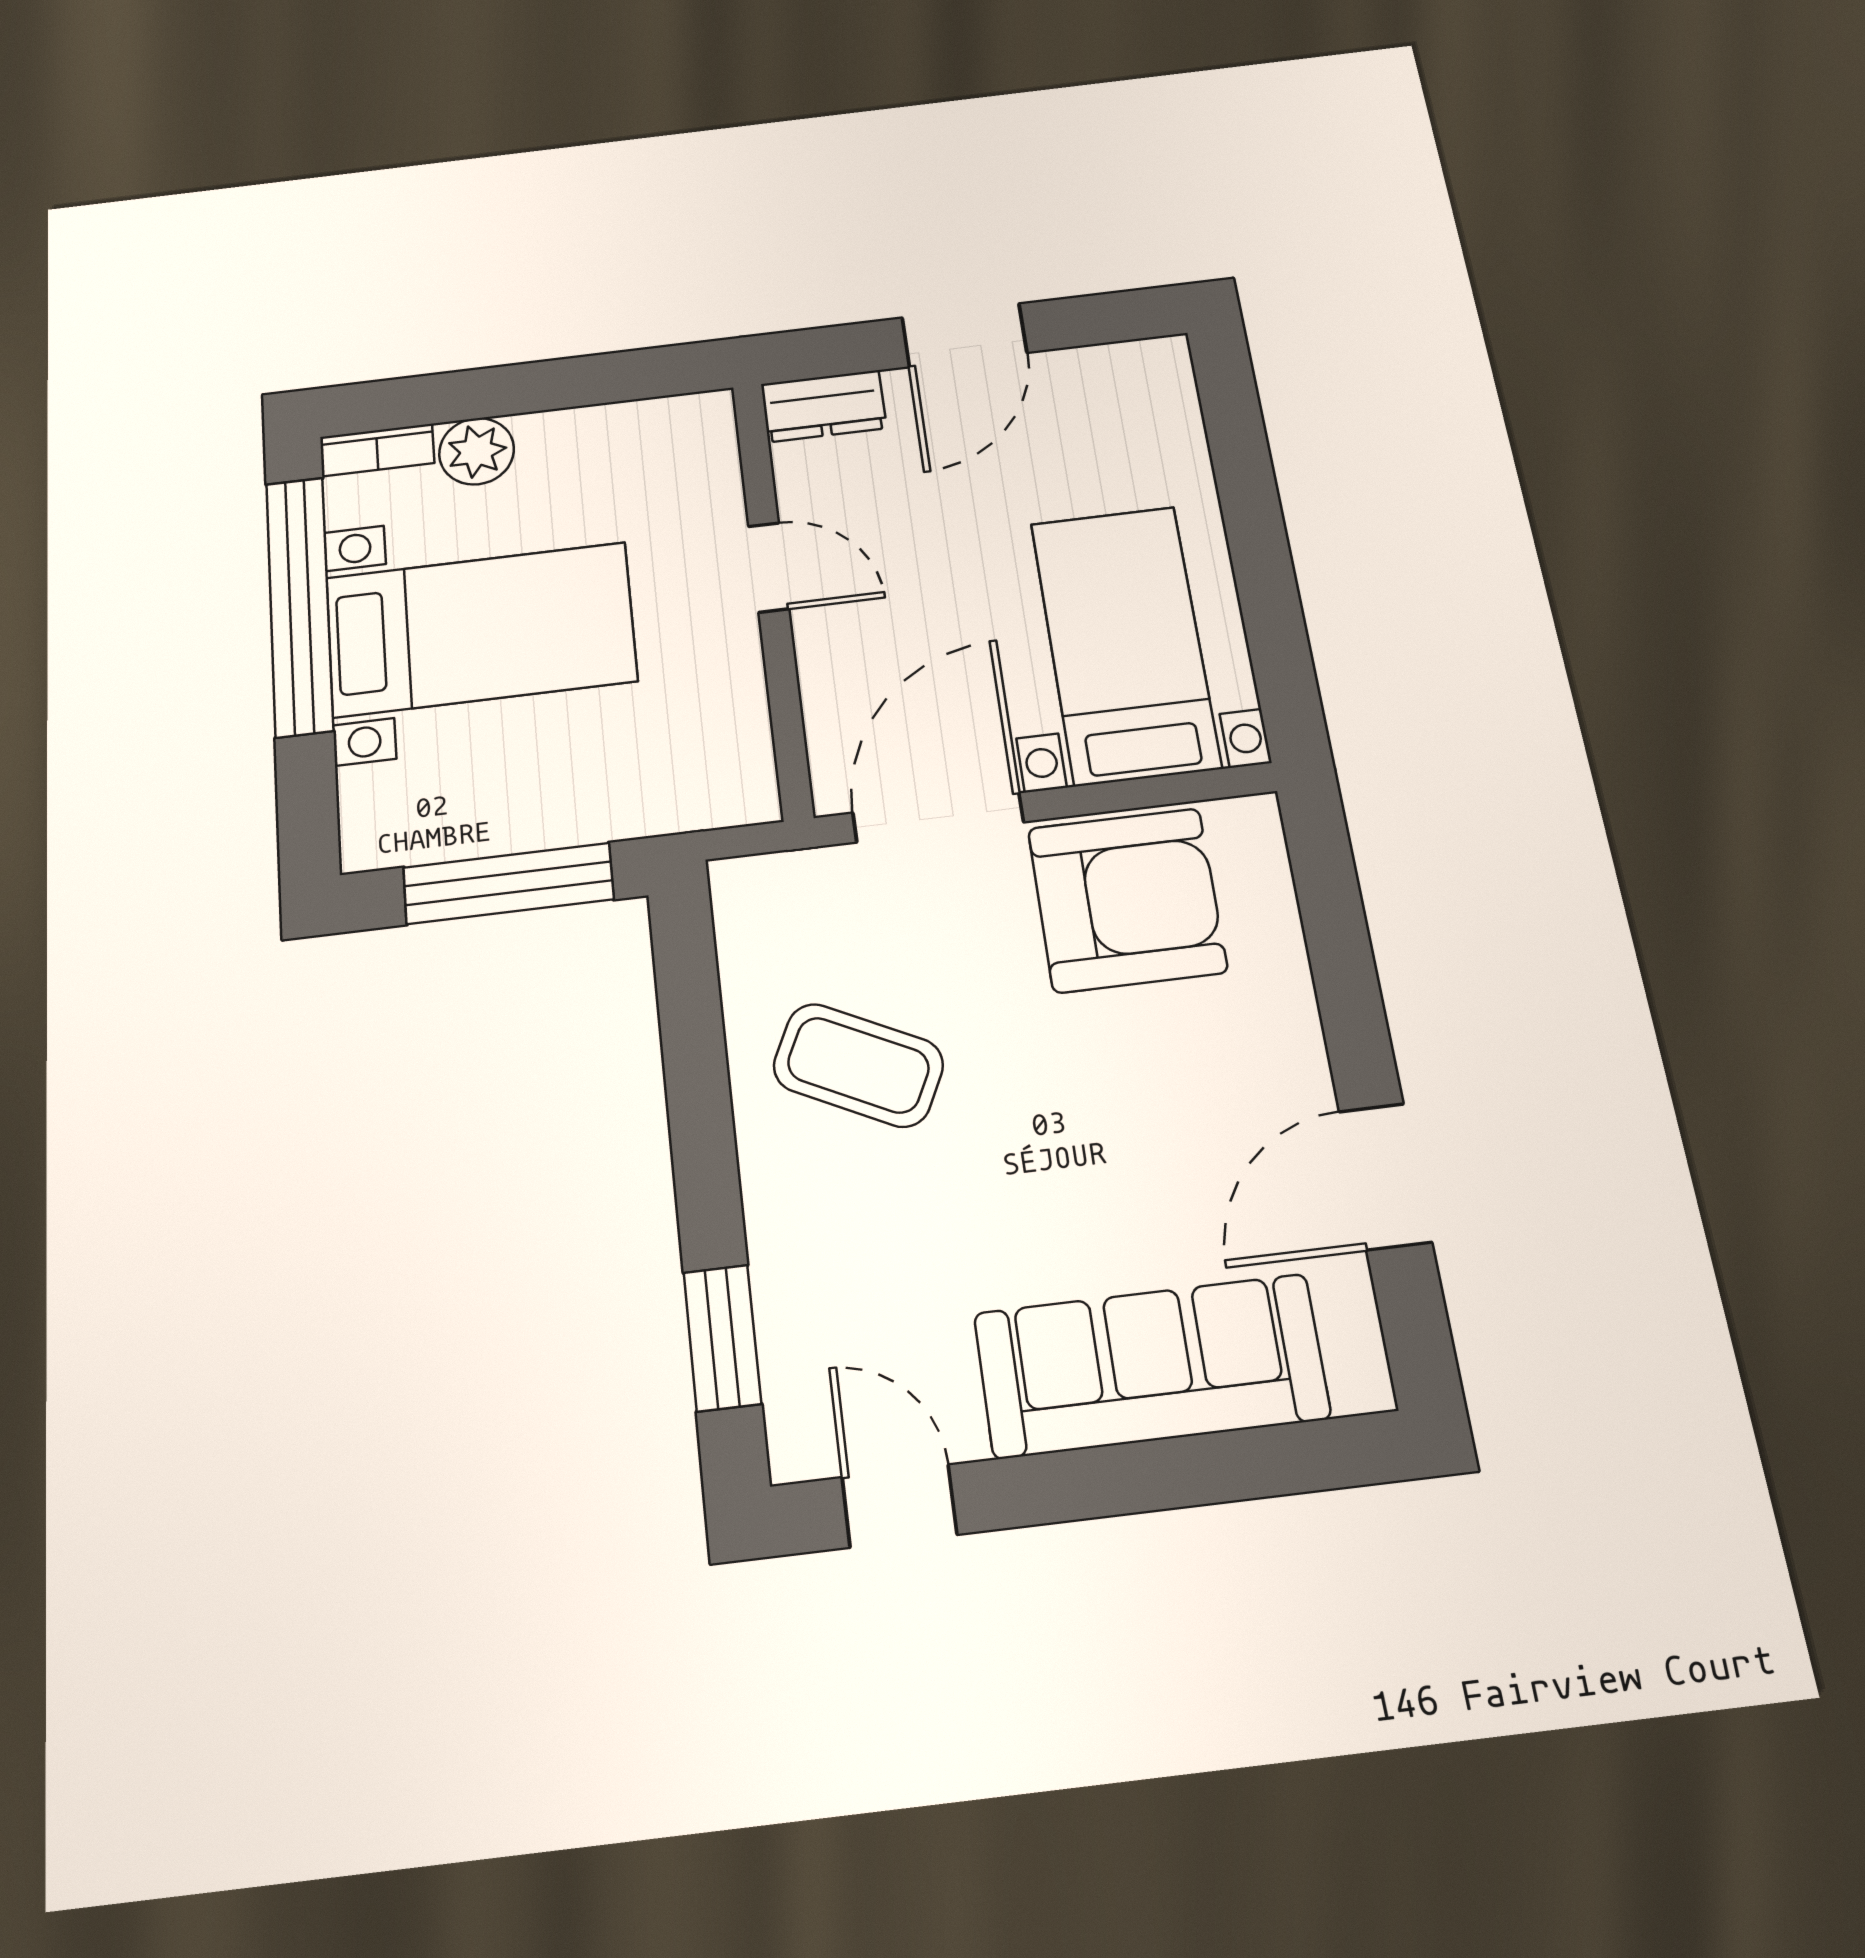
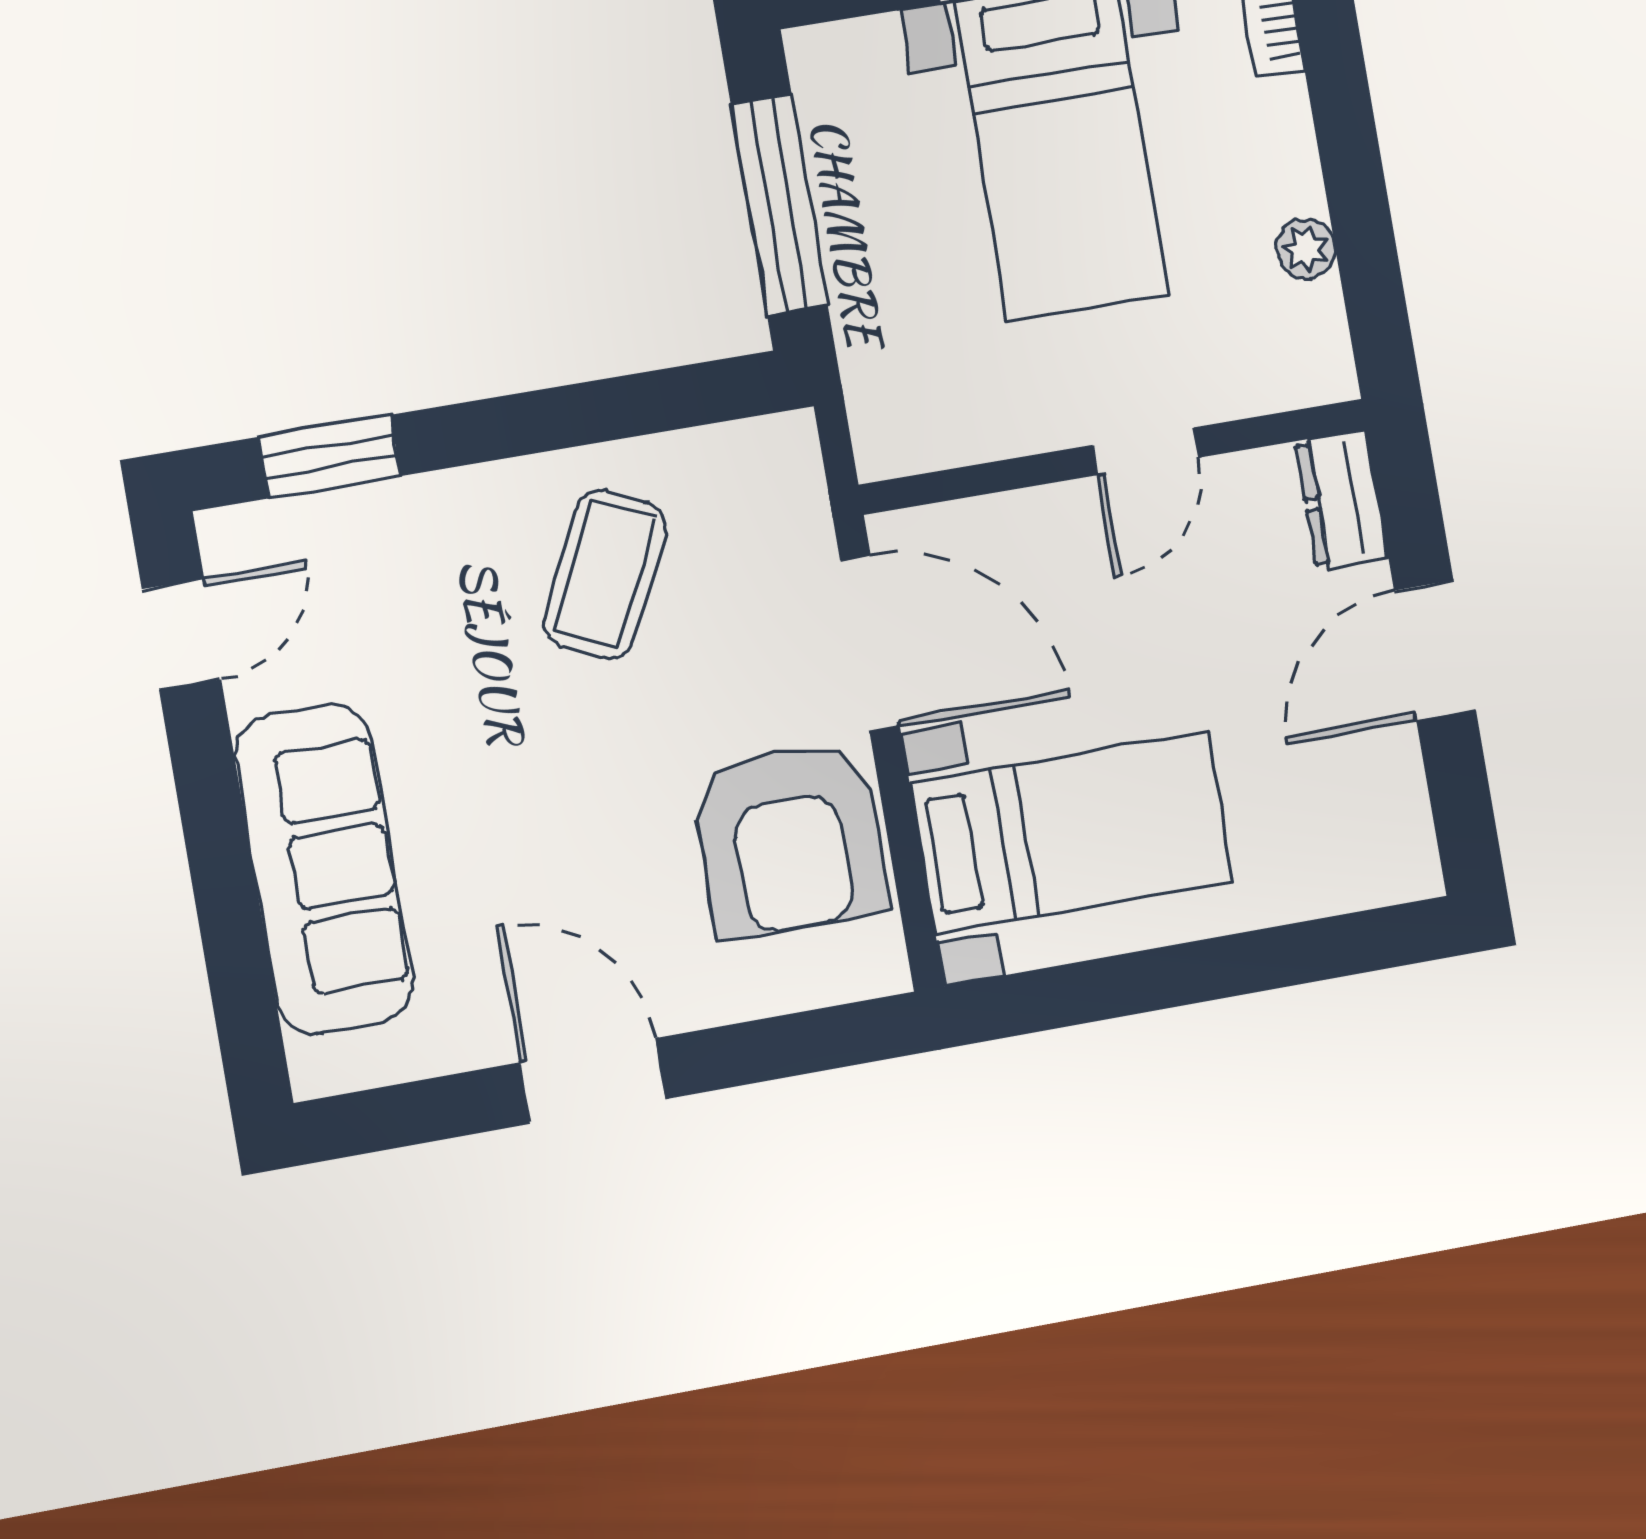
door: (964, 335) -> (1435, 650), hinge flipped
plant: (477, 451) -> (1306, 249), moved, width x0.73, depth x0.73
door: (1385, 1176) -> (593, 1081), moved

